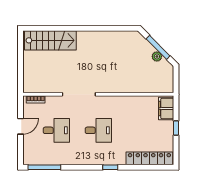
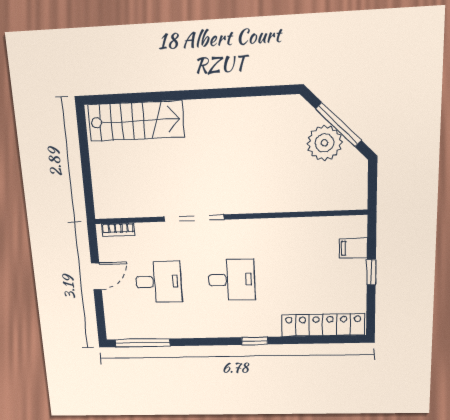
plant: (157, 56) -> (325, 143), width x1.88, depth x1.88
filing cabinet: (166, 108) -> (353, 248), width x0.50

